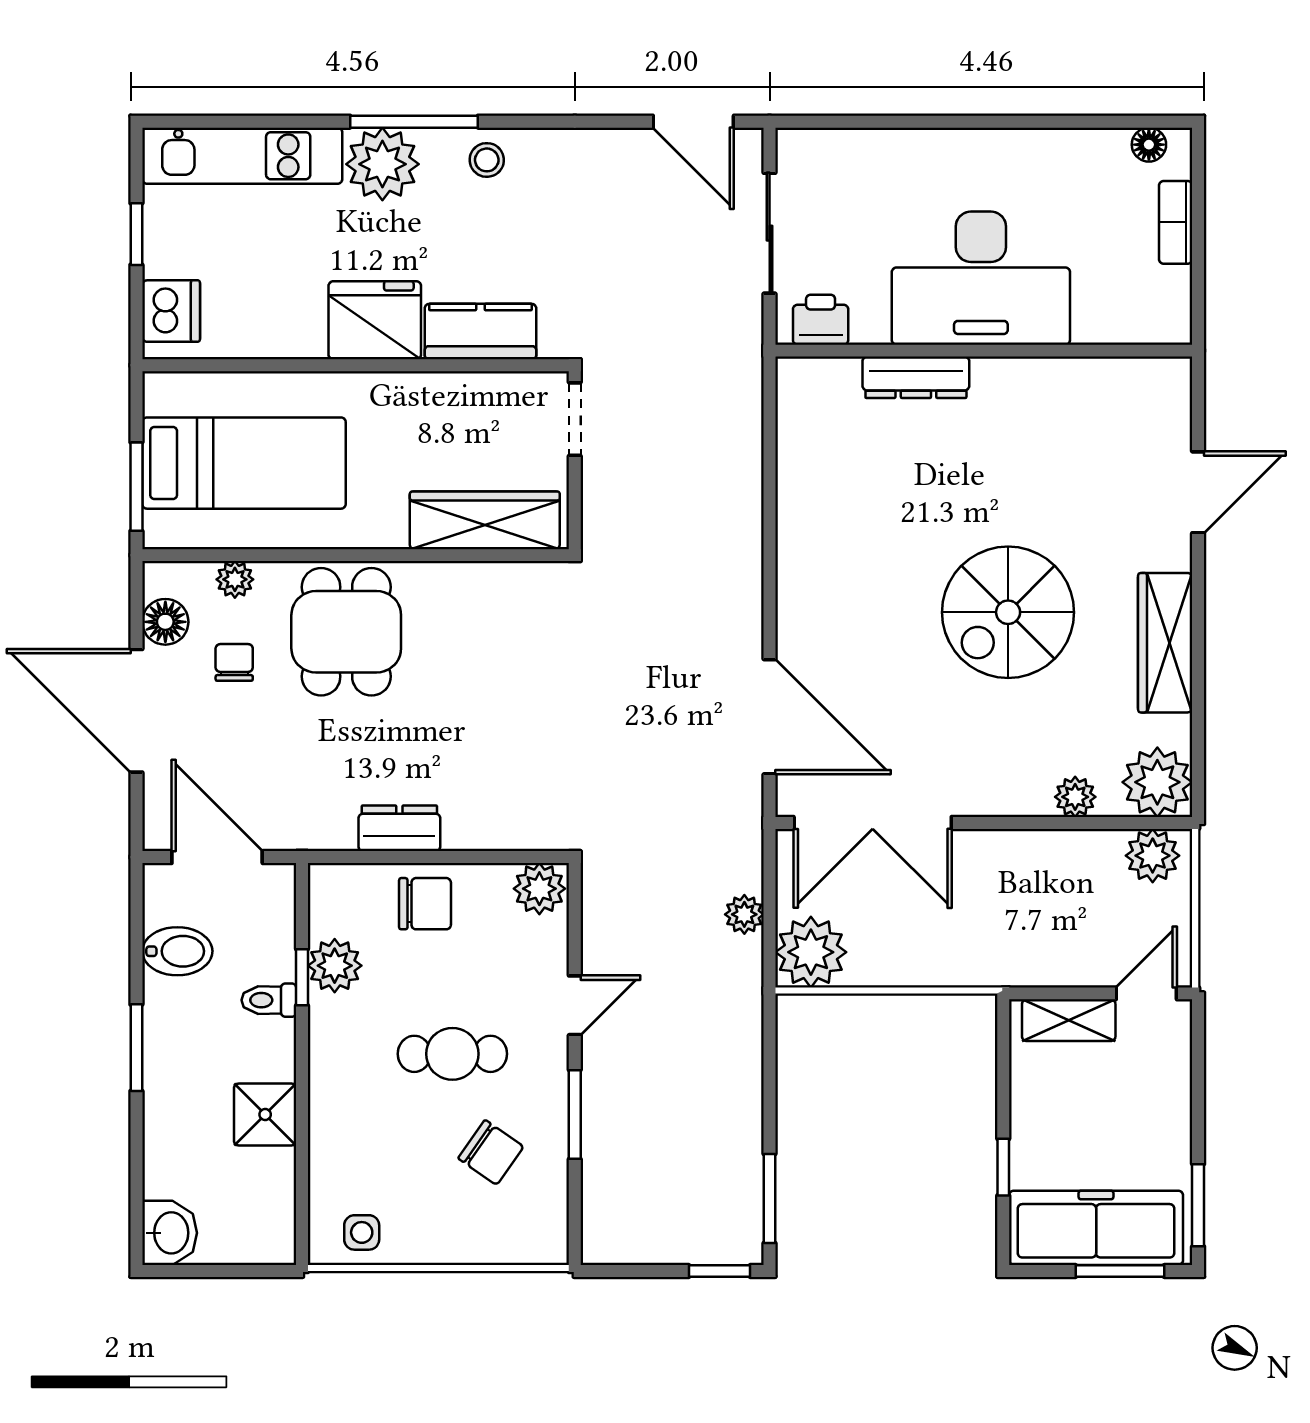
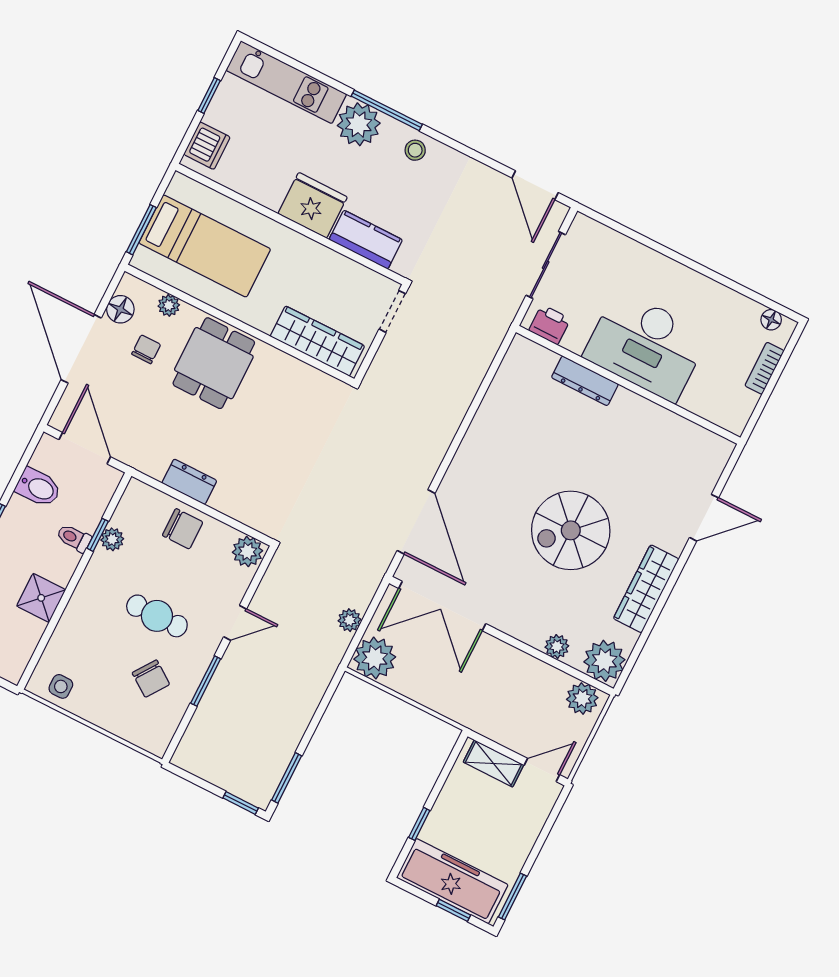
plant: (335, 966) -> (112, 539), width x0.73, depth x0.73
window: (1120, 1271) -> (453, 910), width x0.67

